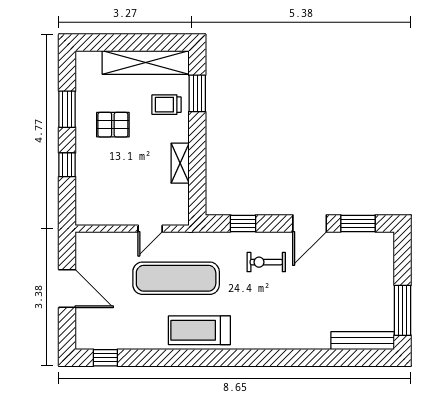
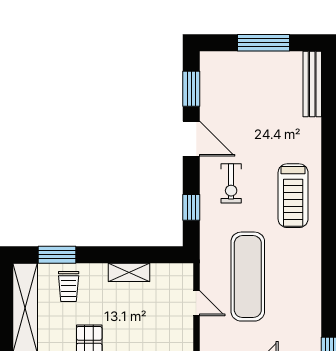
window: (403, 310) -> (264, 43), moved
treadmill: (199, 330) -> (293, 196), moved

